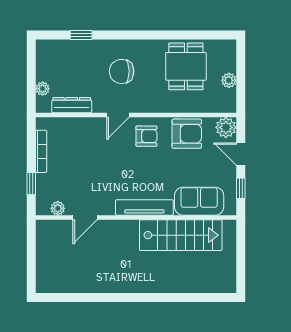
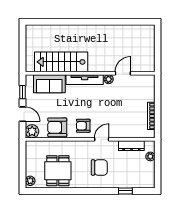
plant: (229, 80) -> (30, 181), moved
window: (31, 184) -> (158, 95), removed
plant: (58, 208) -> (109, 79), moved

